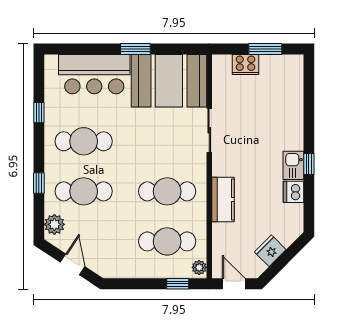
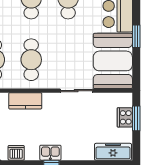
window: (265, 49) -> (136, 118), moved
freezer: (292, 80) -> (113, 152), added
dishwasher: (293, 192) -> (16, 153), moved

